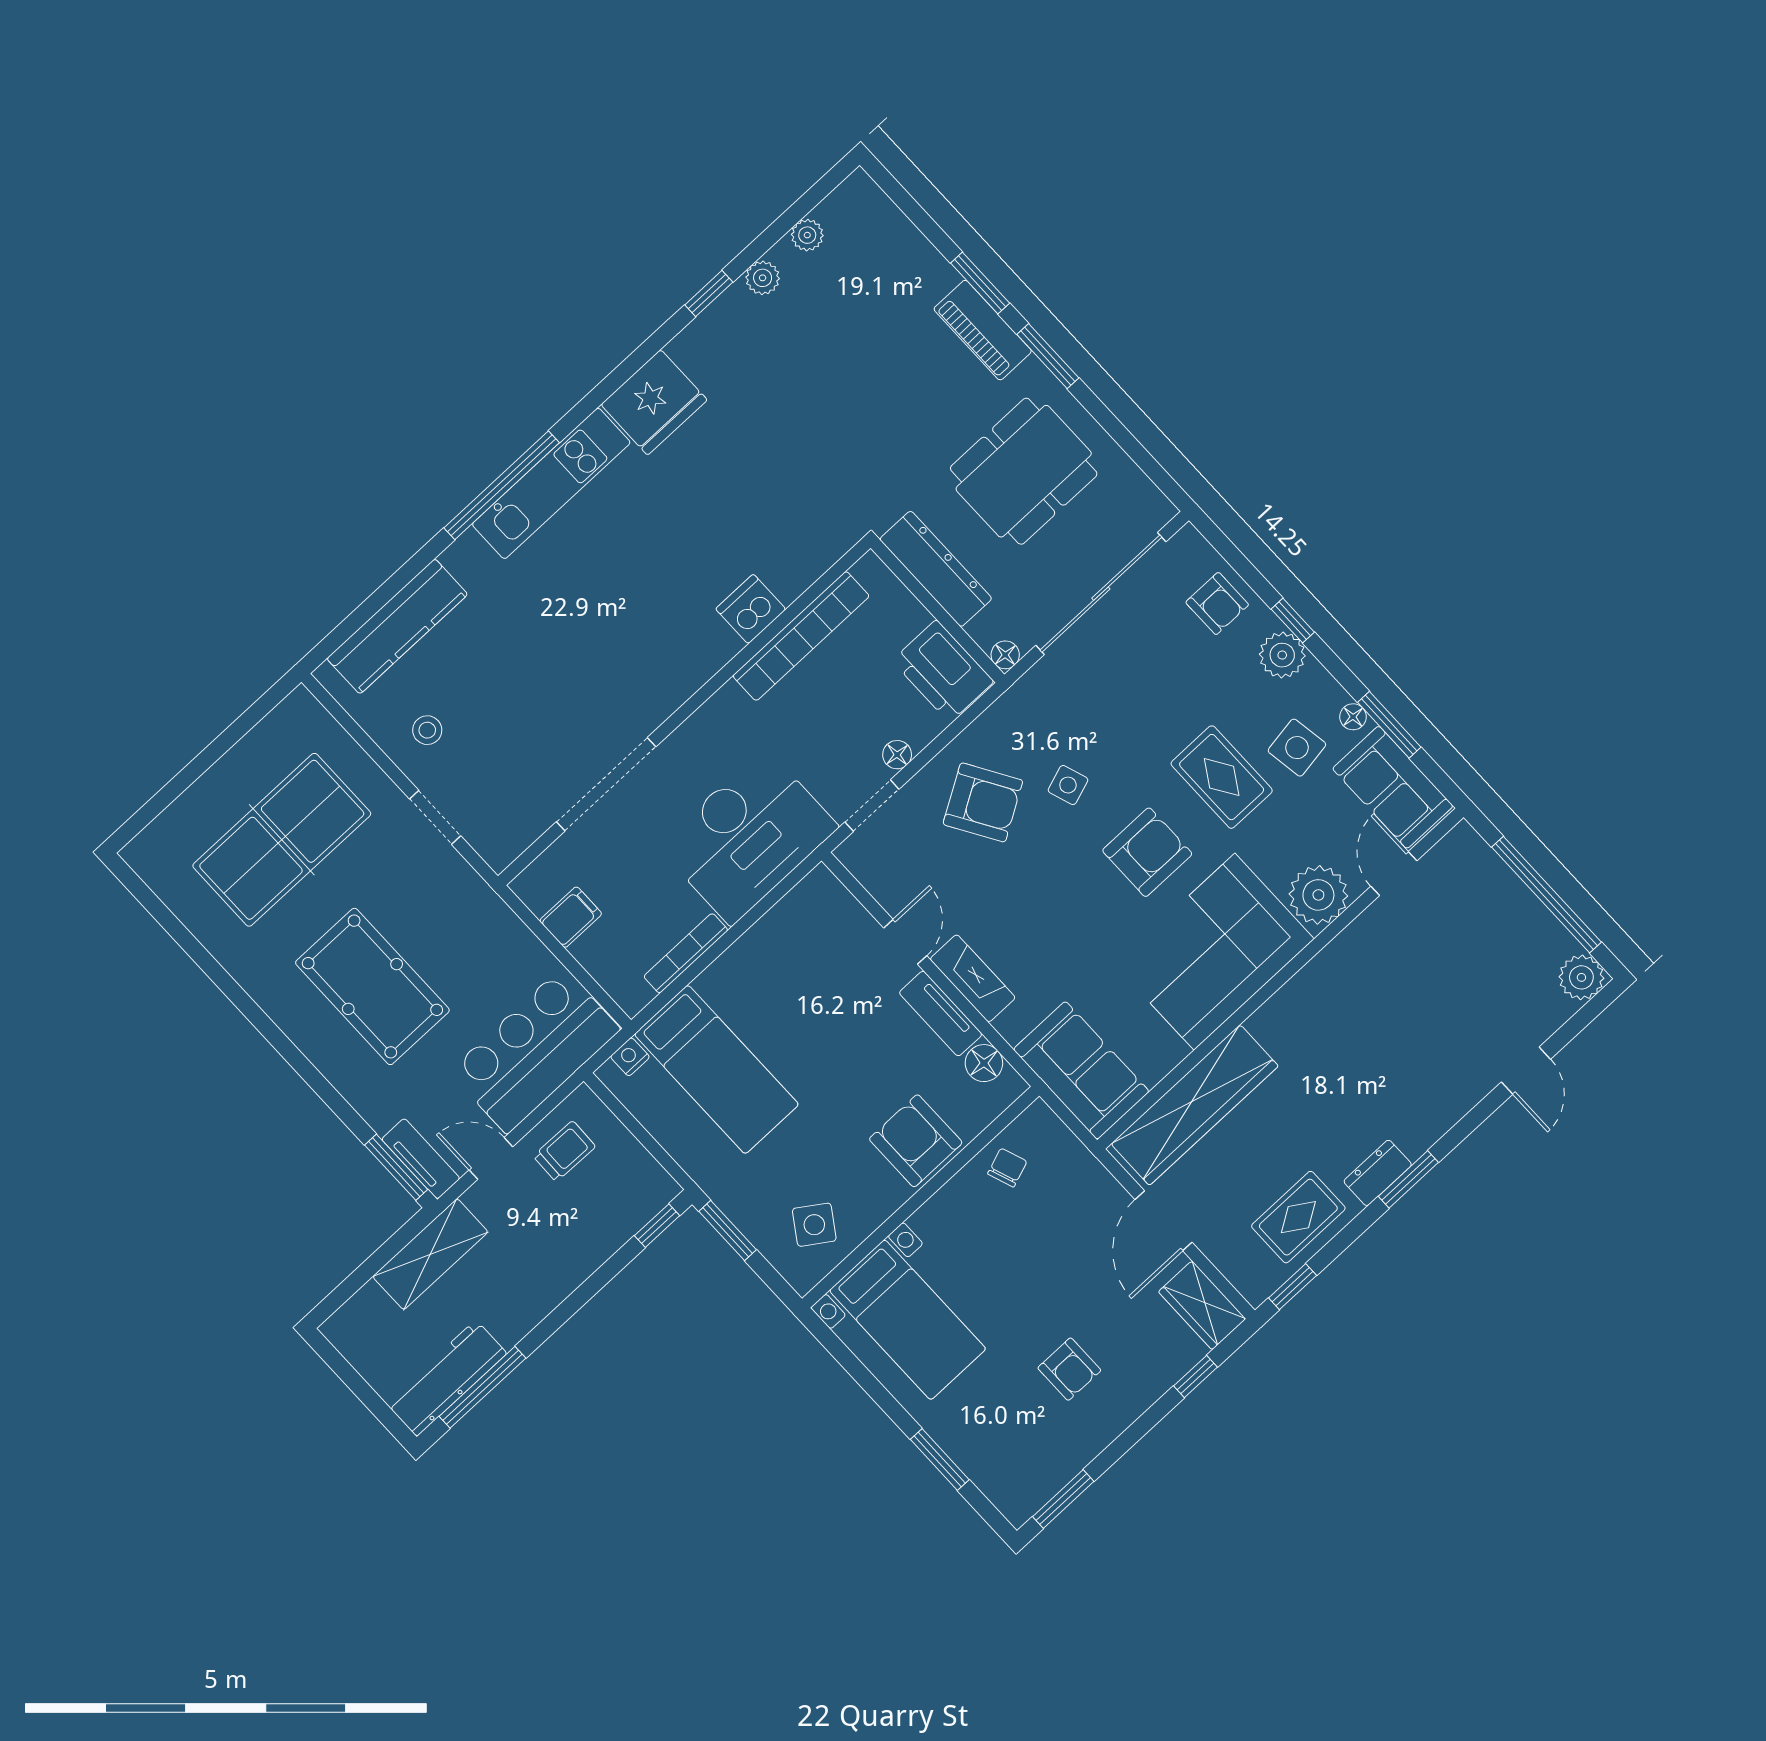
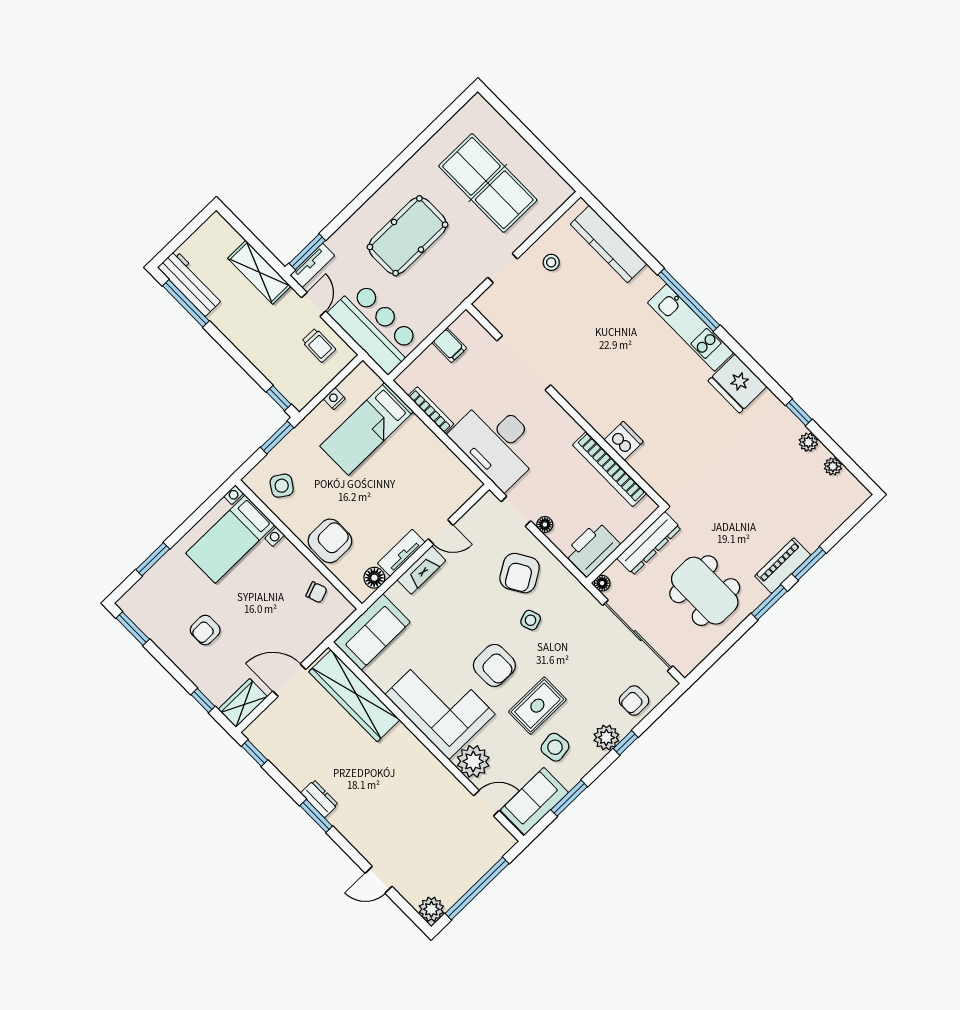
floor lamp: (1353, 717) -> (573, 778), removed
nightstand: (630, 1057) -> (334, 399), moved, turned -90
rug: (1298, 1217) -> (293, 755), removed

